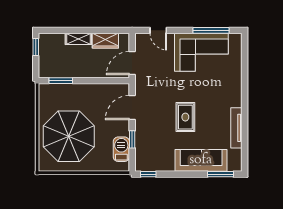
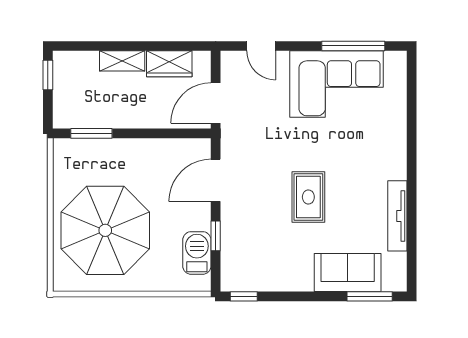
sofa: (201, 160) -> (348, 272), width x0.73

